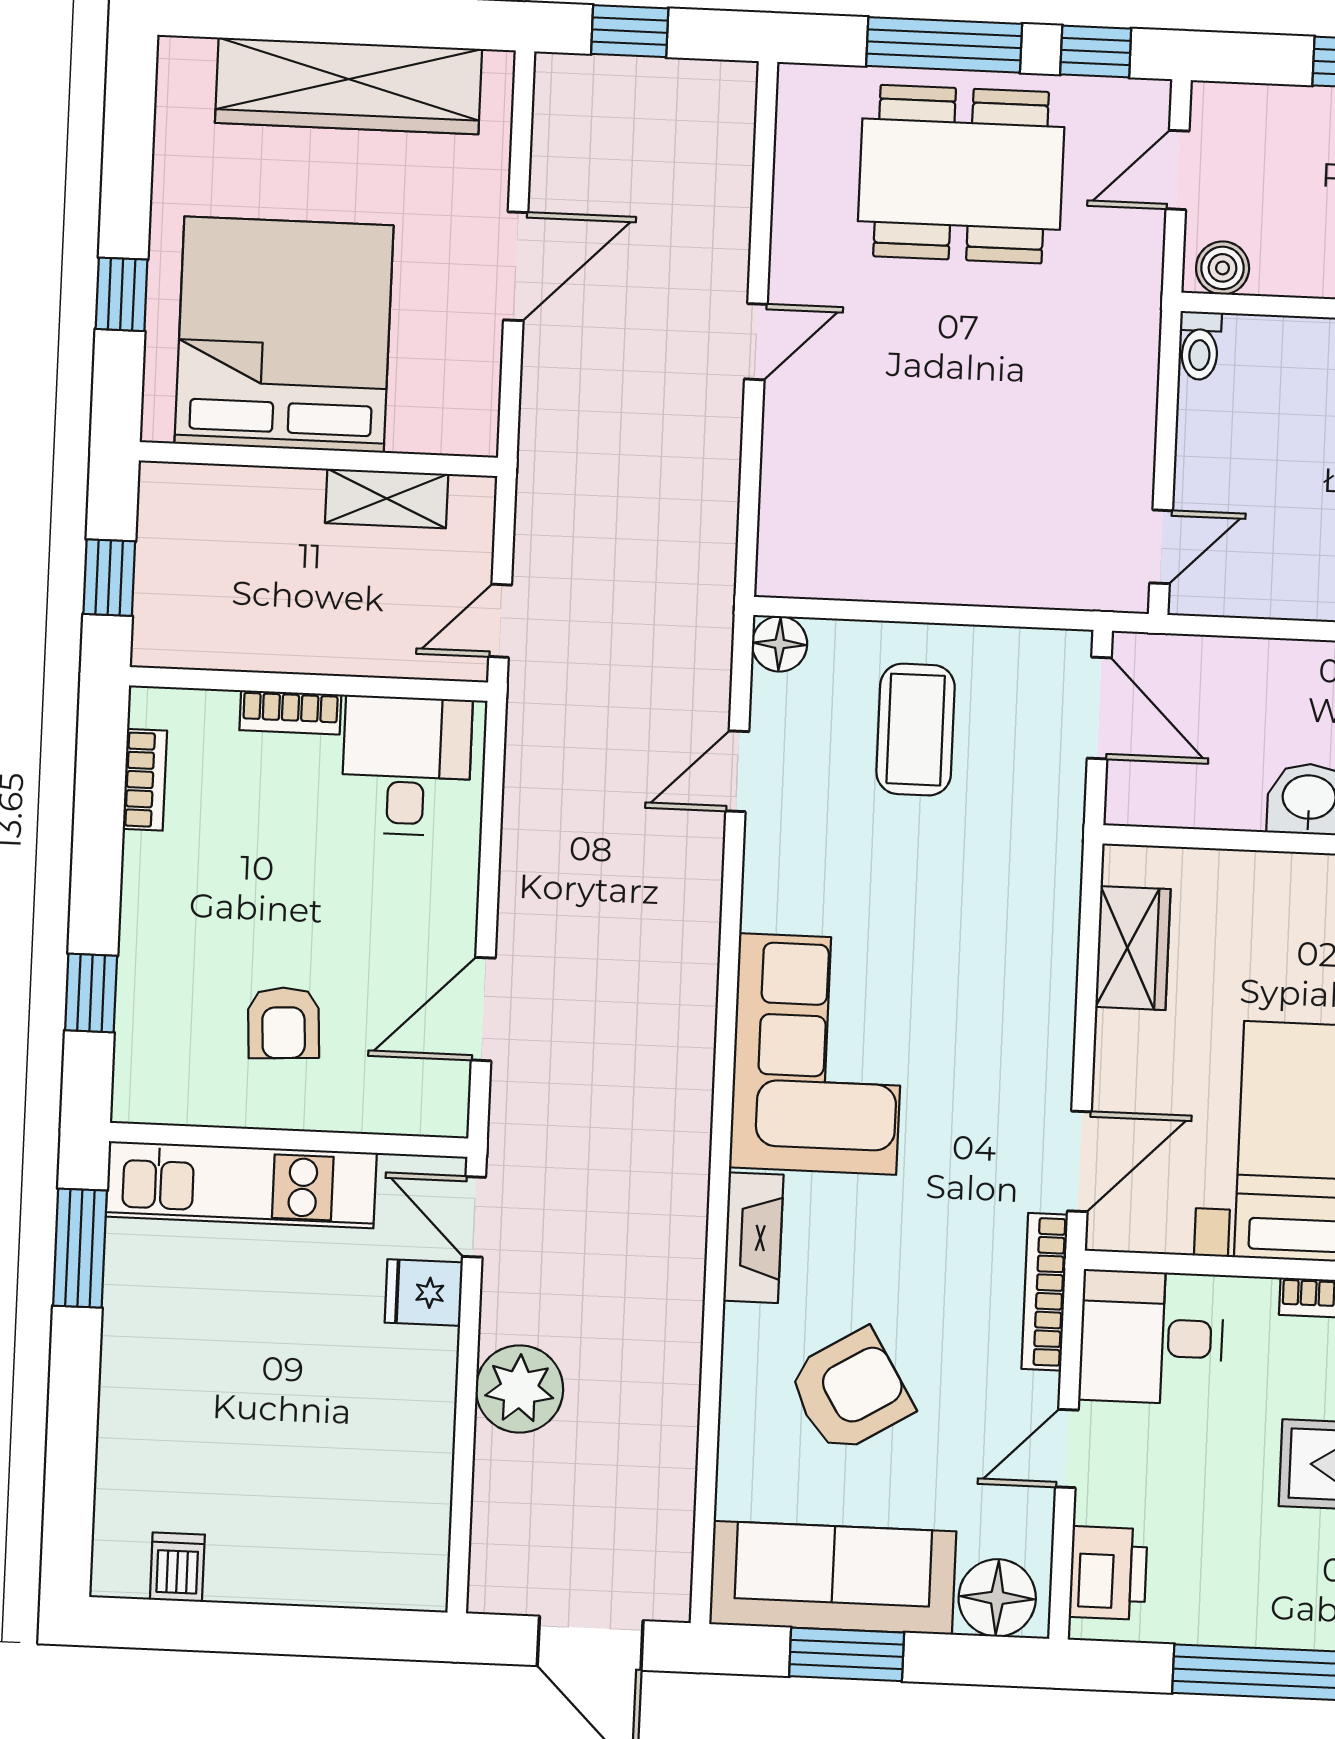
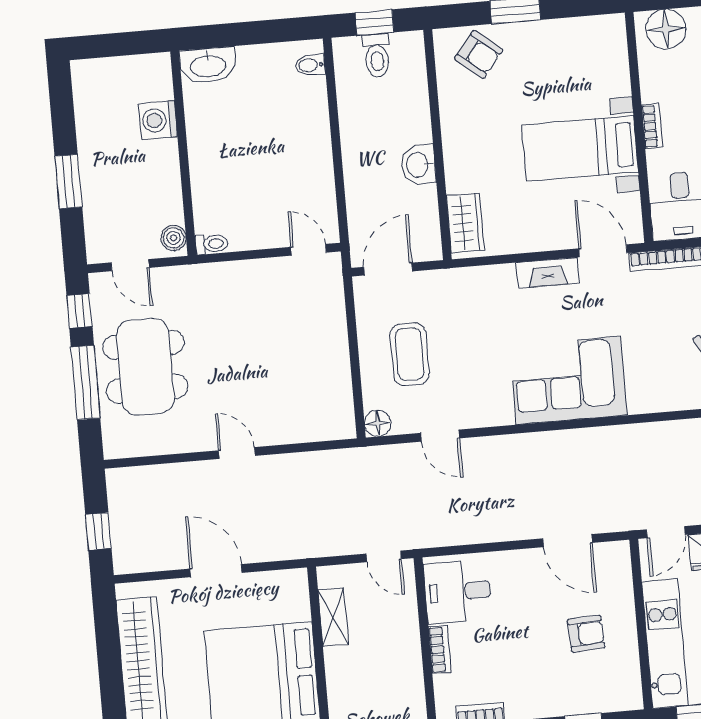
coffee table: (916, 730) -> (410, 354), turned 90
wardrobe: (1133, 948) -> (465, 223), moved, turned 90
fireplace: (753, 1238) -> (548, 273), moved, turned 180

